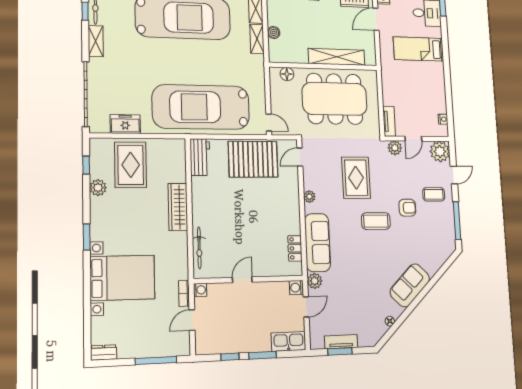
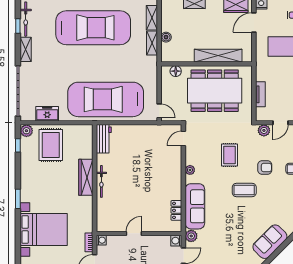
tv unit: (389, 121) -> (260, 94), moved
pallet: (253, 159) -> (146, 140), removed
rug: (356, 178) -> (229, 155), width x0.73, depth x0.70
plant: (98, 188) -> (26, 131), moved
armchair: (407, 208) -> (265, 168), moved
bicycle: (199, 248) -> (101, 181), moved

